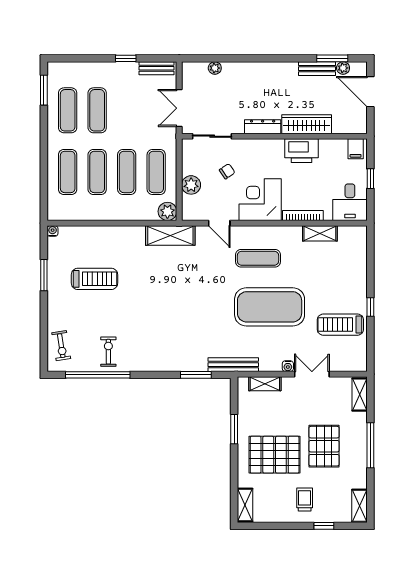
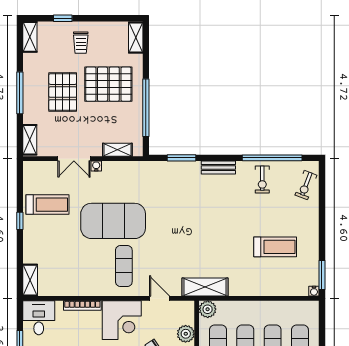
shelving: (320, 233) -> (30, 280), moved, turned 90
exercise mat: (258, 258) -> (124, 266), turned 90
window: (44, 275) -> (322, 275), moved
treadmill: (95, 279) -> (275, 247), turned 180
exercise bike: (61, 346) -> (306, 185), turned -150
bench: (233, 365) -> (218, 168), moved, width x0.73
window: (234, 429) -> (146, 108), width x2.11

